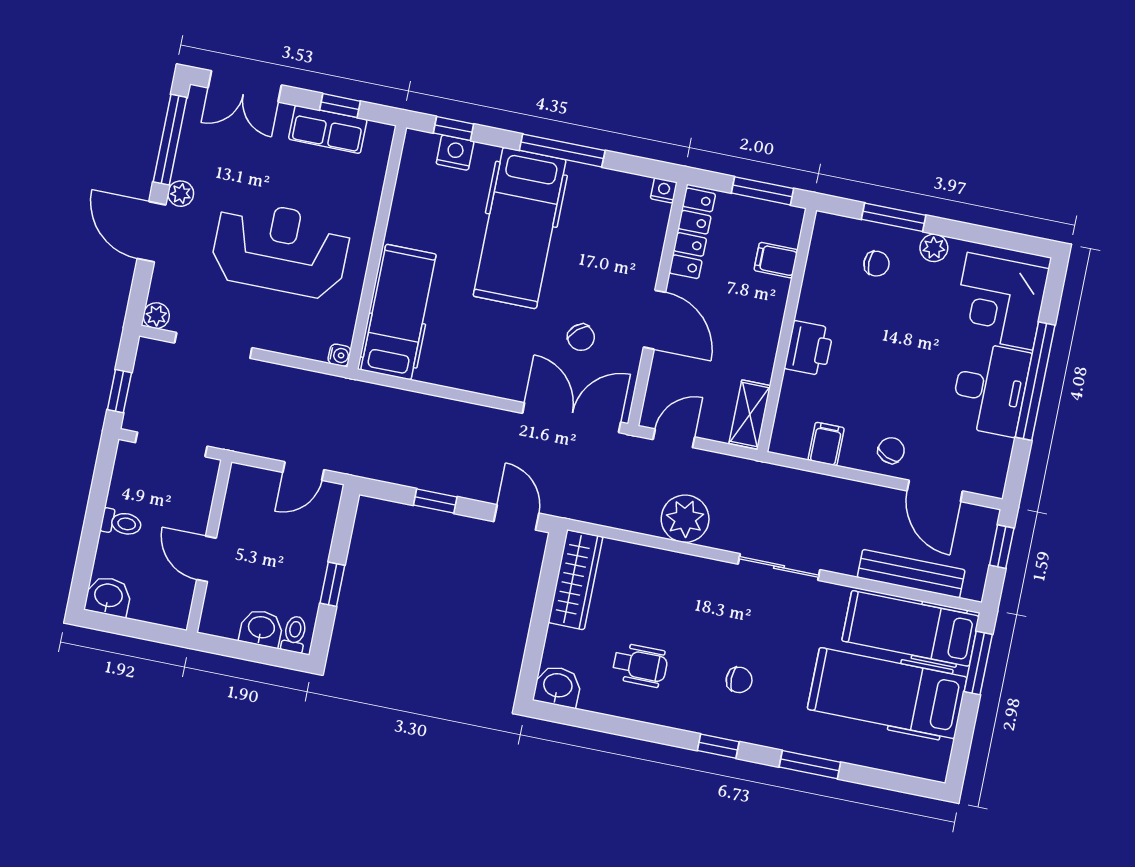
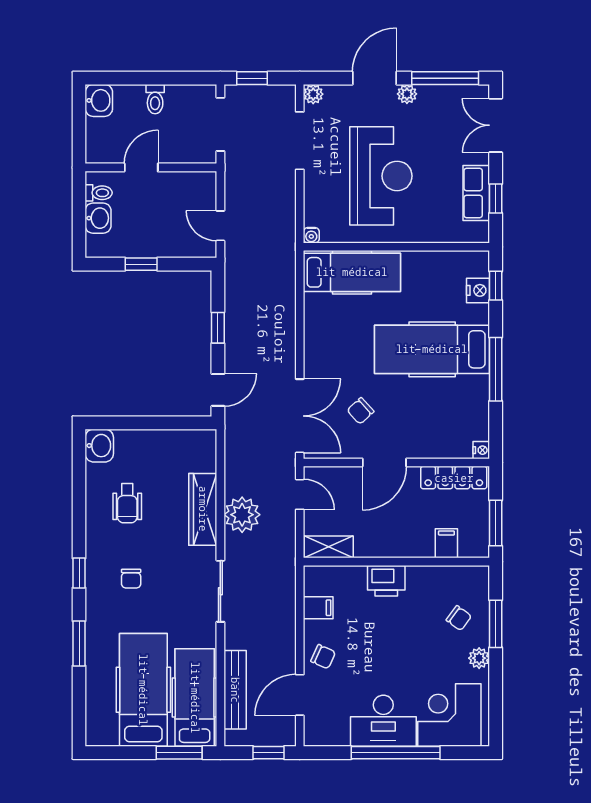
chair: (876, 264) -> (459, 618), turned -54
wardrobe: (576, 580) -> (203, 509), moved, turned 90
toilet: (294, 634) -> (99, 193), moved

